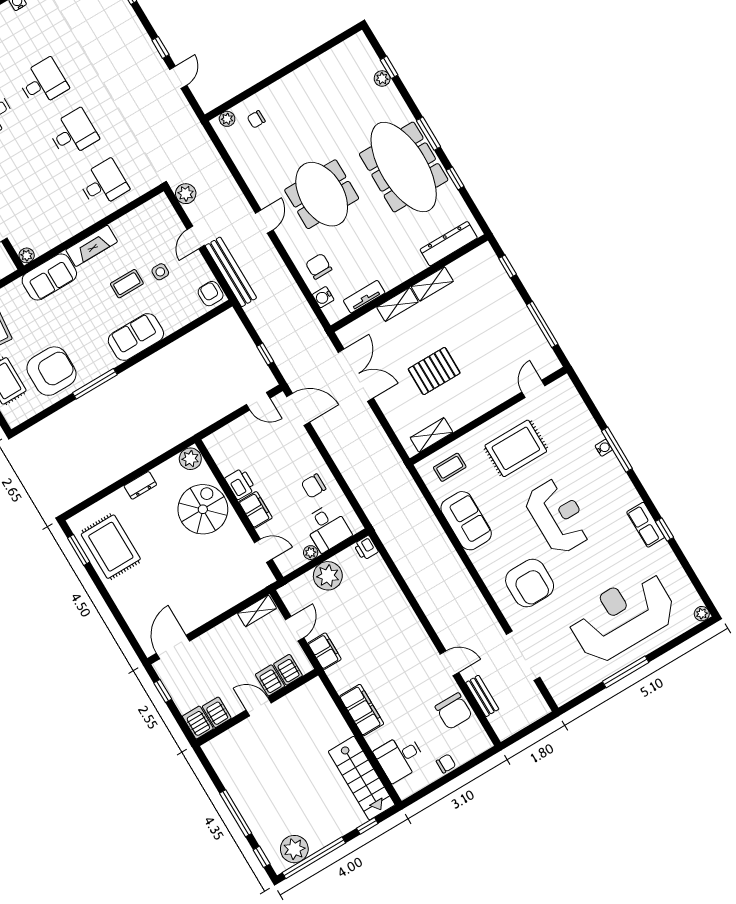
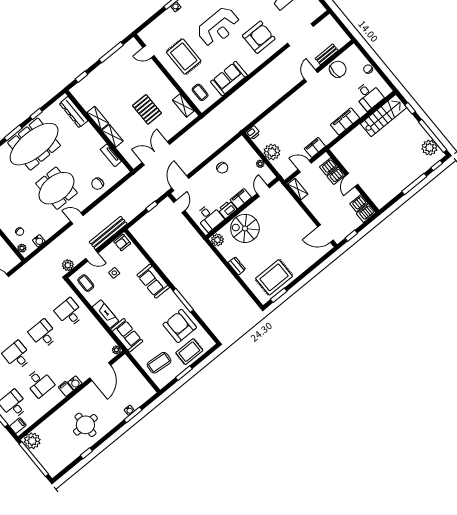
coffee table: (127, 284) -> (86, 283), moved
water cooler: (323, 297) -> (39, 241), moved
reception desk: (558, 516) -> (219, 27), turned 180
desk: (327, 528) -> (209, 217), moved, turned 90

